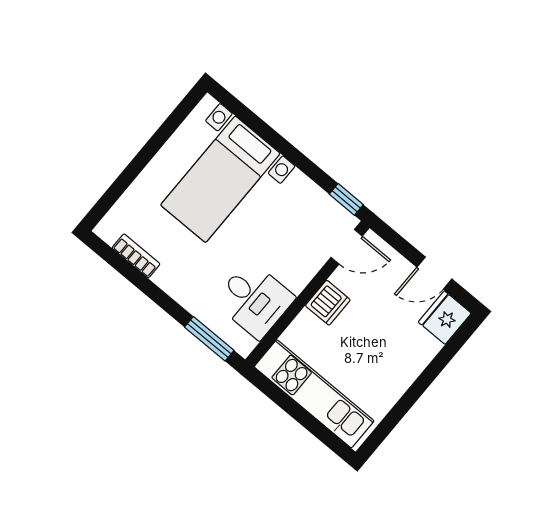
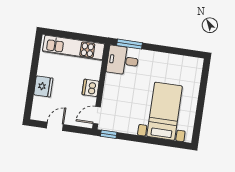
bookcase: (136, 256) -> (180, 59), removed
desk: (254, 300) -> (123, 60), moved
fridge: (445, 318) -> (43, 86), moved

